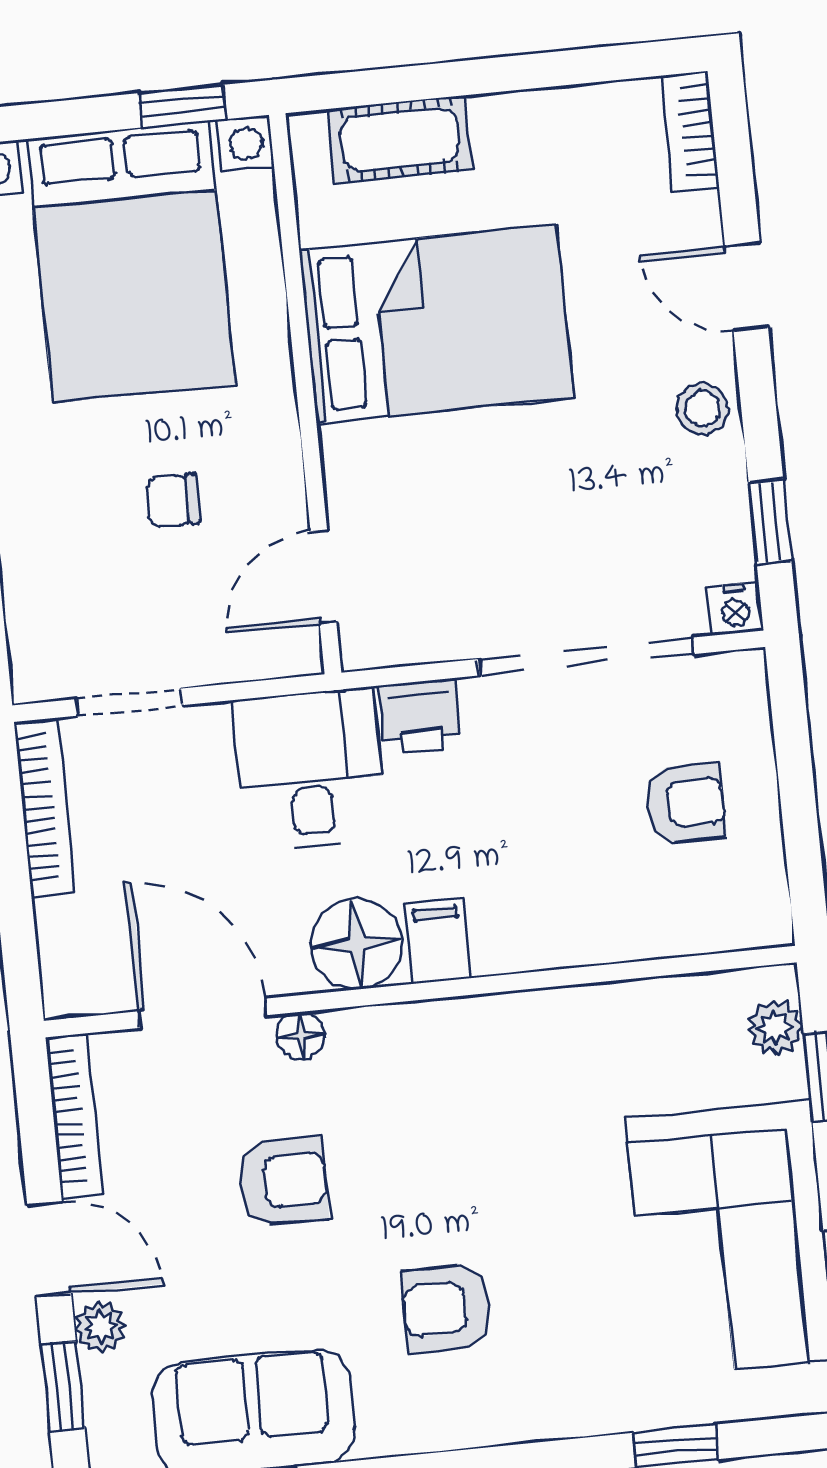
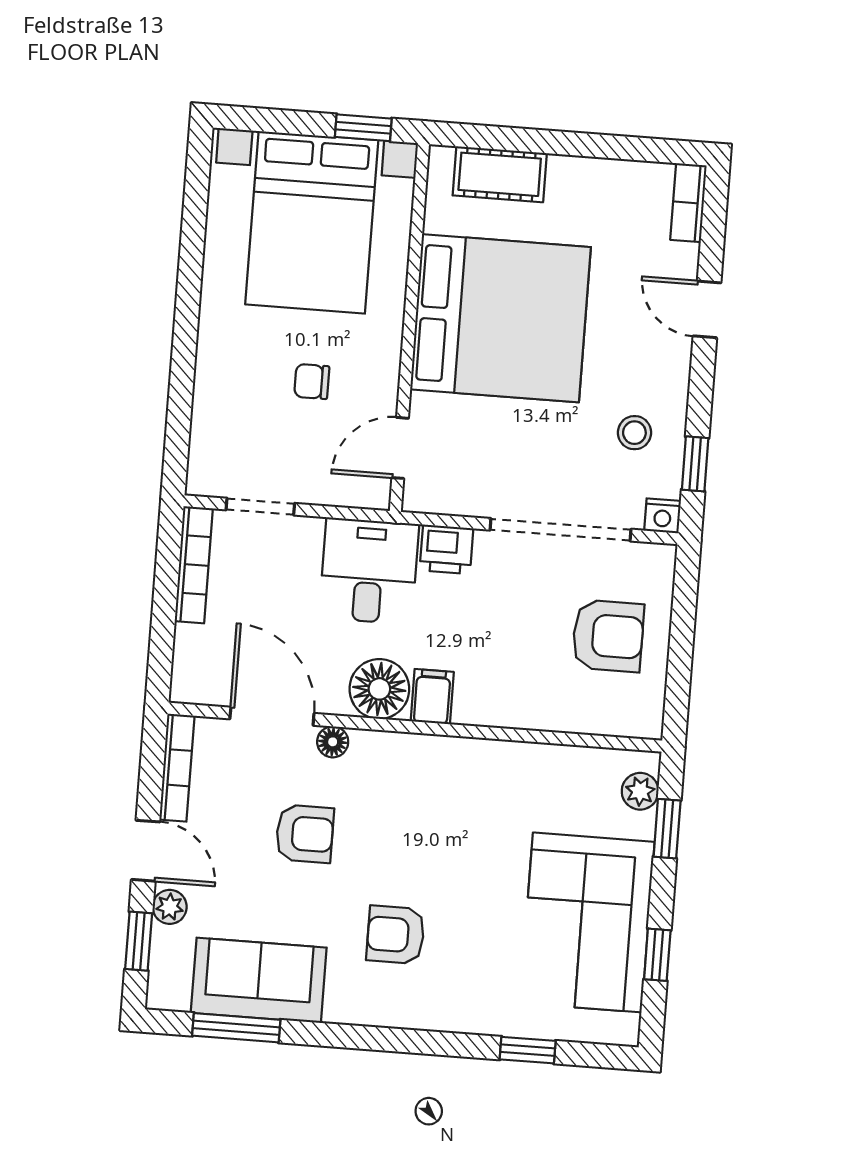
bed: (436, 324) -> (501, 318), width x1.36
stool: (702, 409) -> (634, 433), moved
armchair: (685, 803) -> (608, 636), width x1.38, depth x1.38

